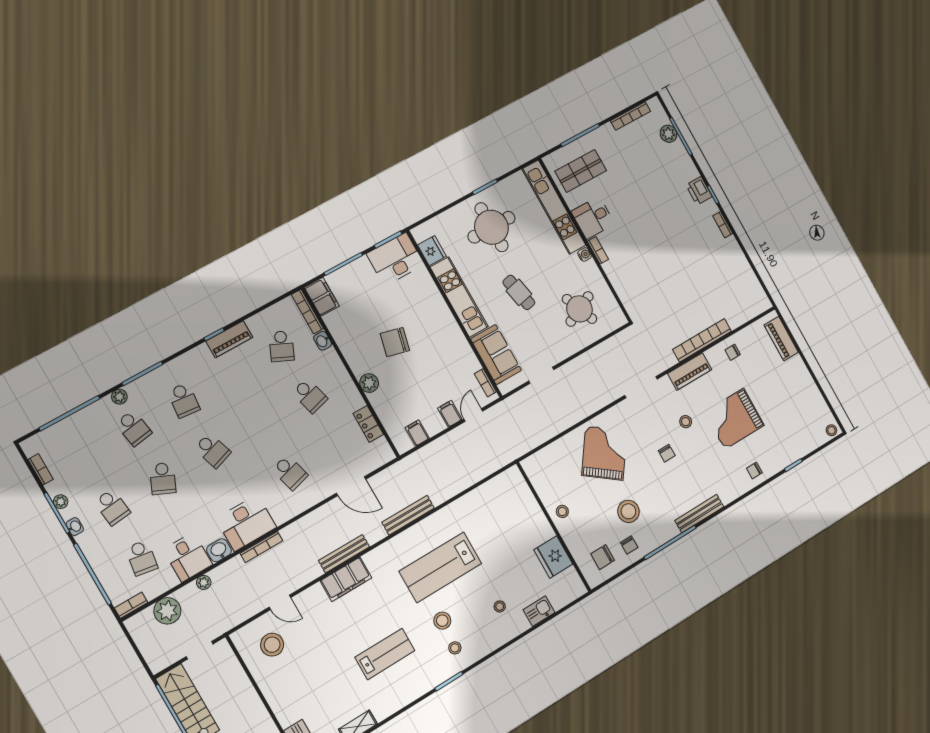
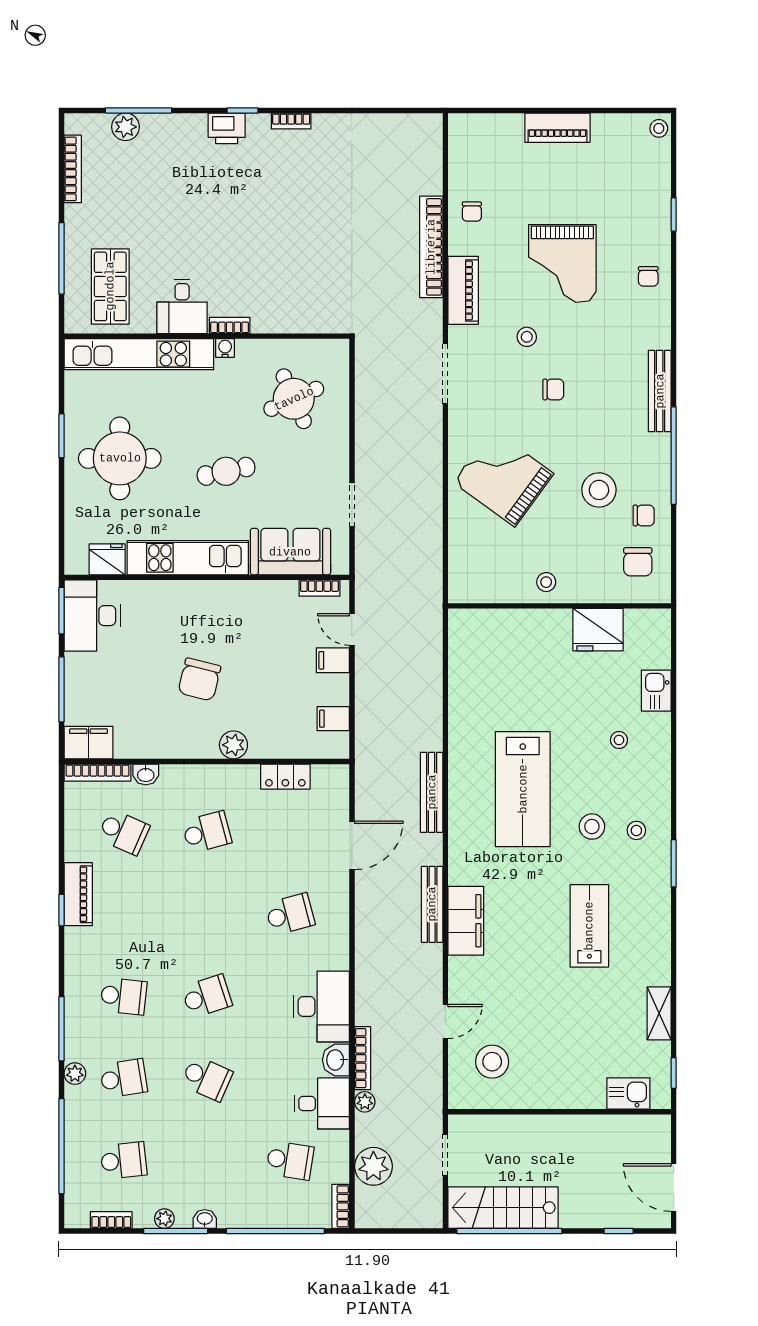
piano: (781, 339) -> (557, 128), moved
school desk: (112, 507) -> (124, 1160), moved
bookcase: (261, 547) -> (363, 1058), moved

